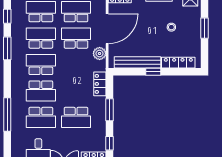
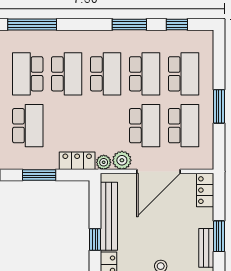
door: (107, 29) -> (158, 171), hinge flipped
plant: (101, 66) -> (104, 162), added
school desk: (41, 91) -> (67, 74), turned 180
school desk: (76, 117) -> (28, 126), turned 180

